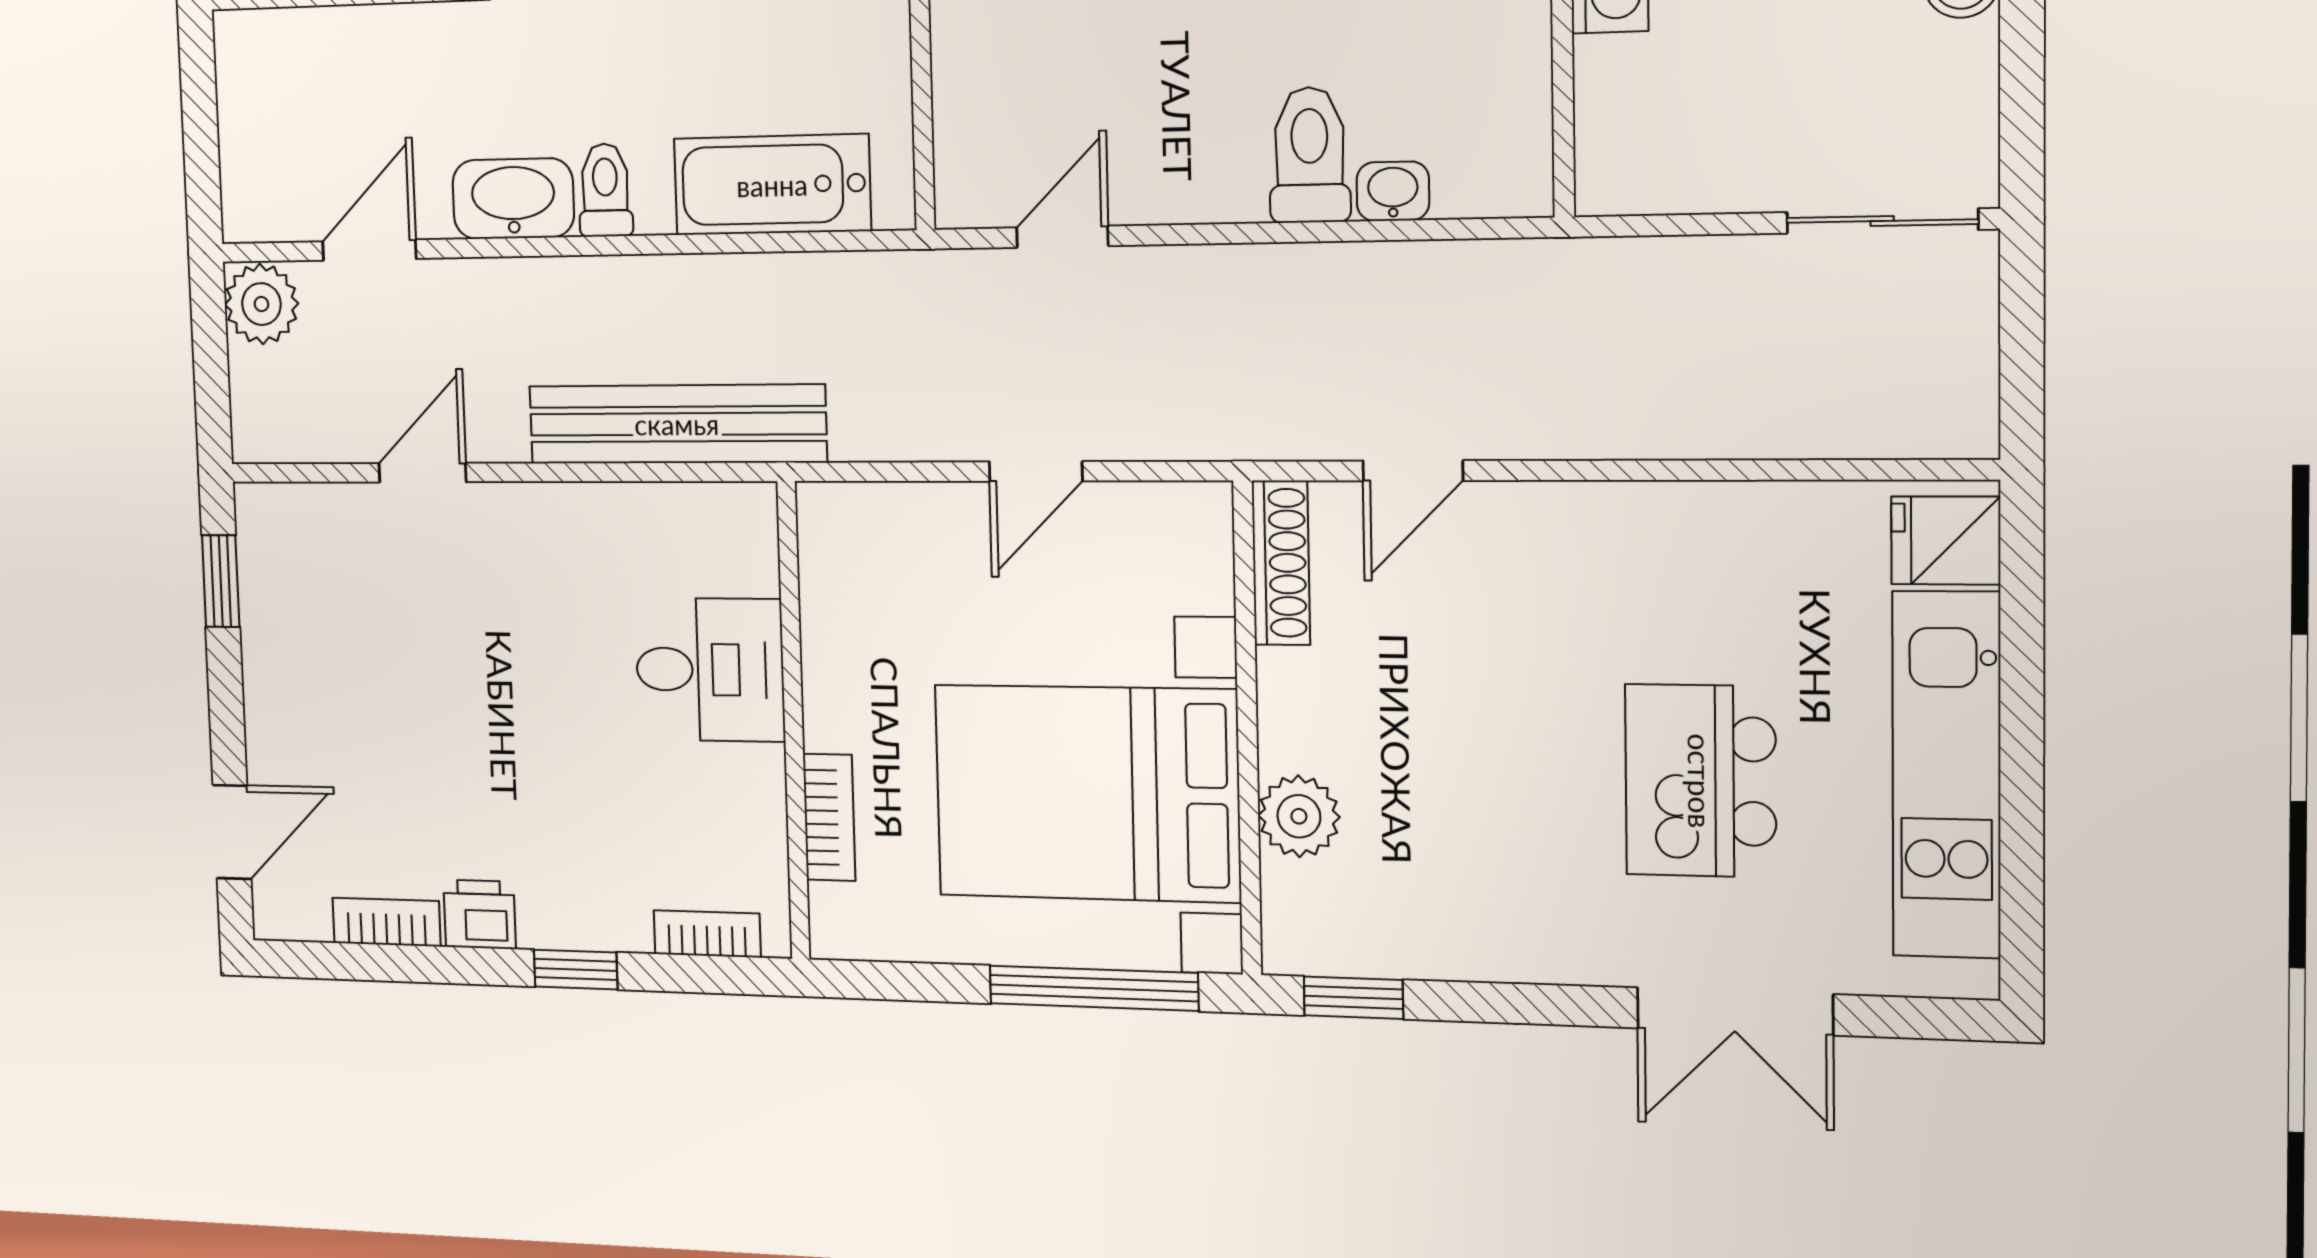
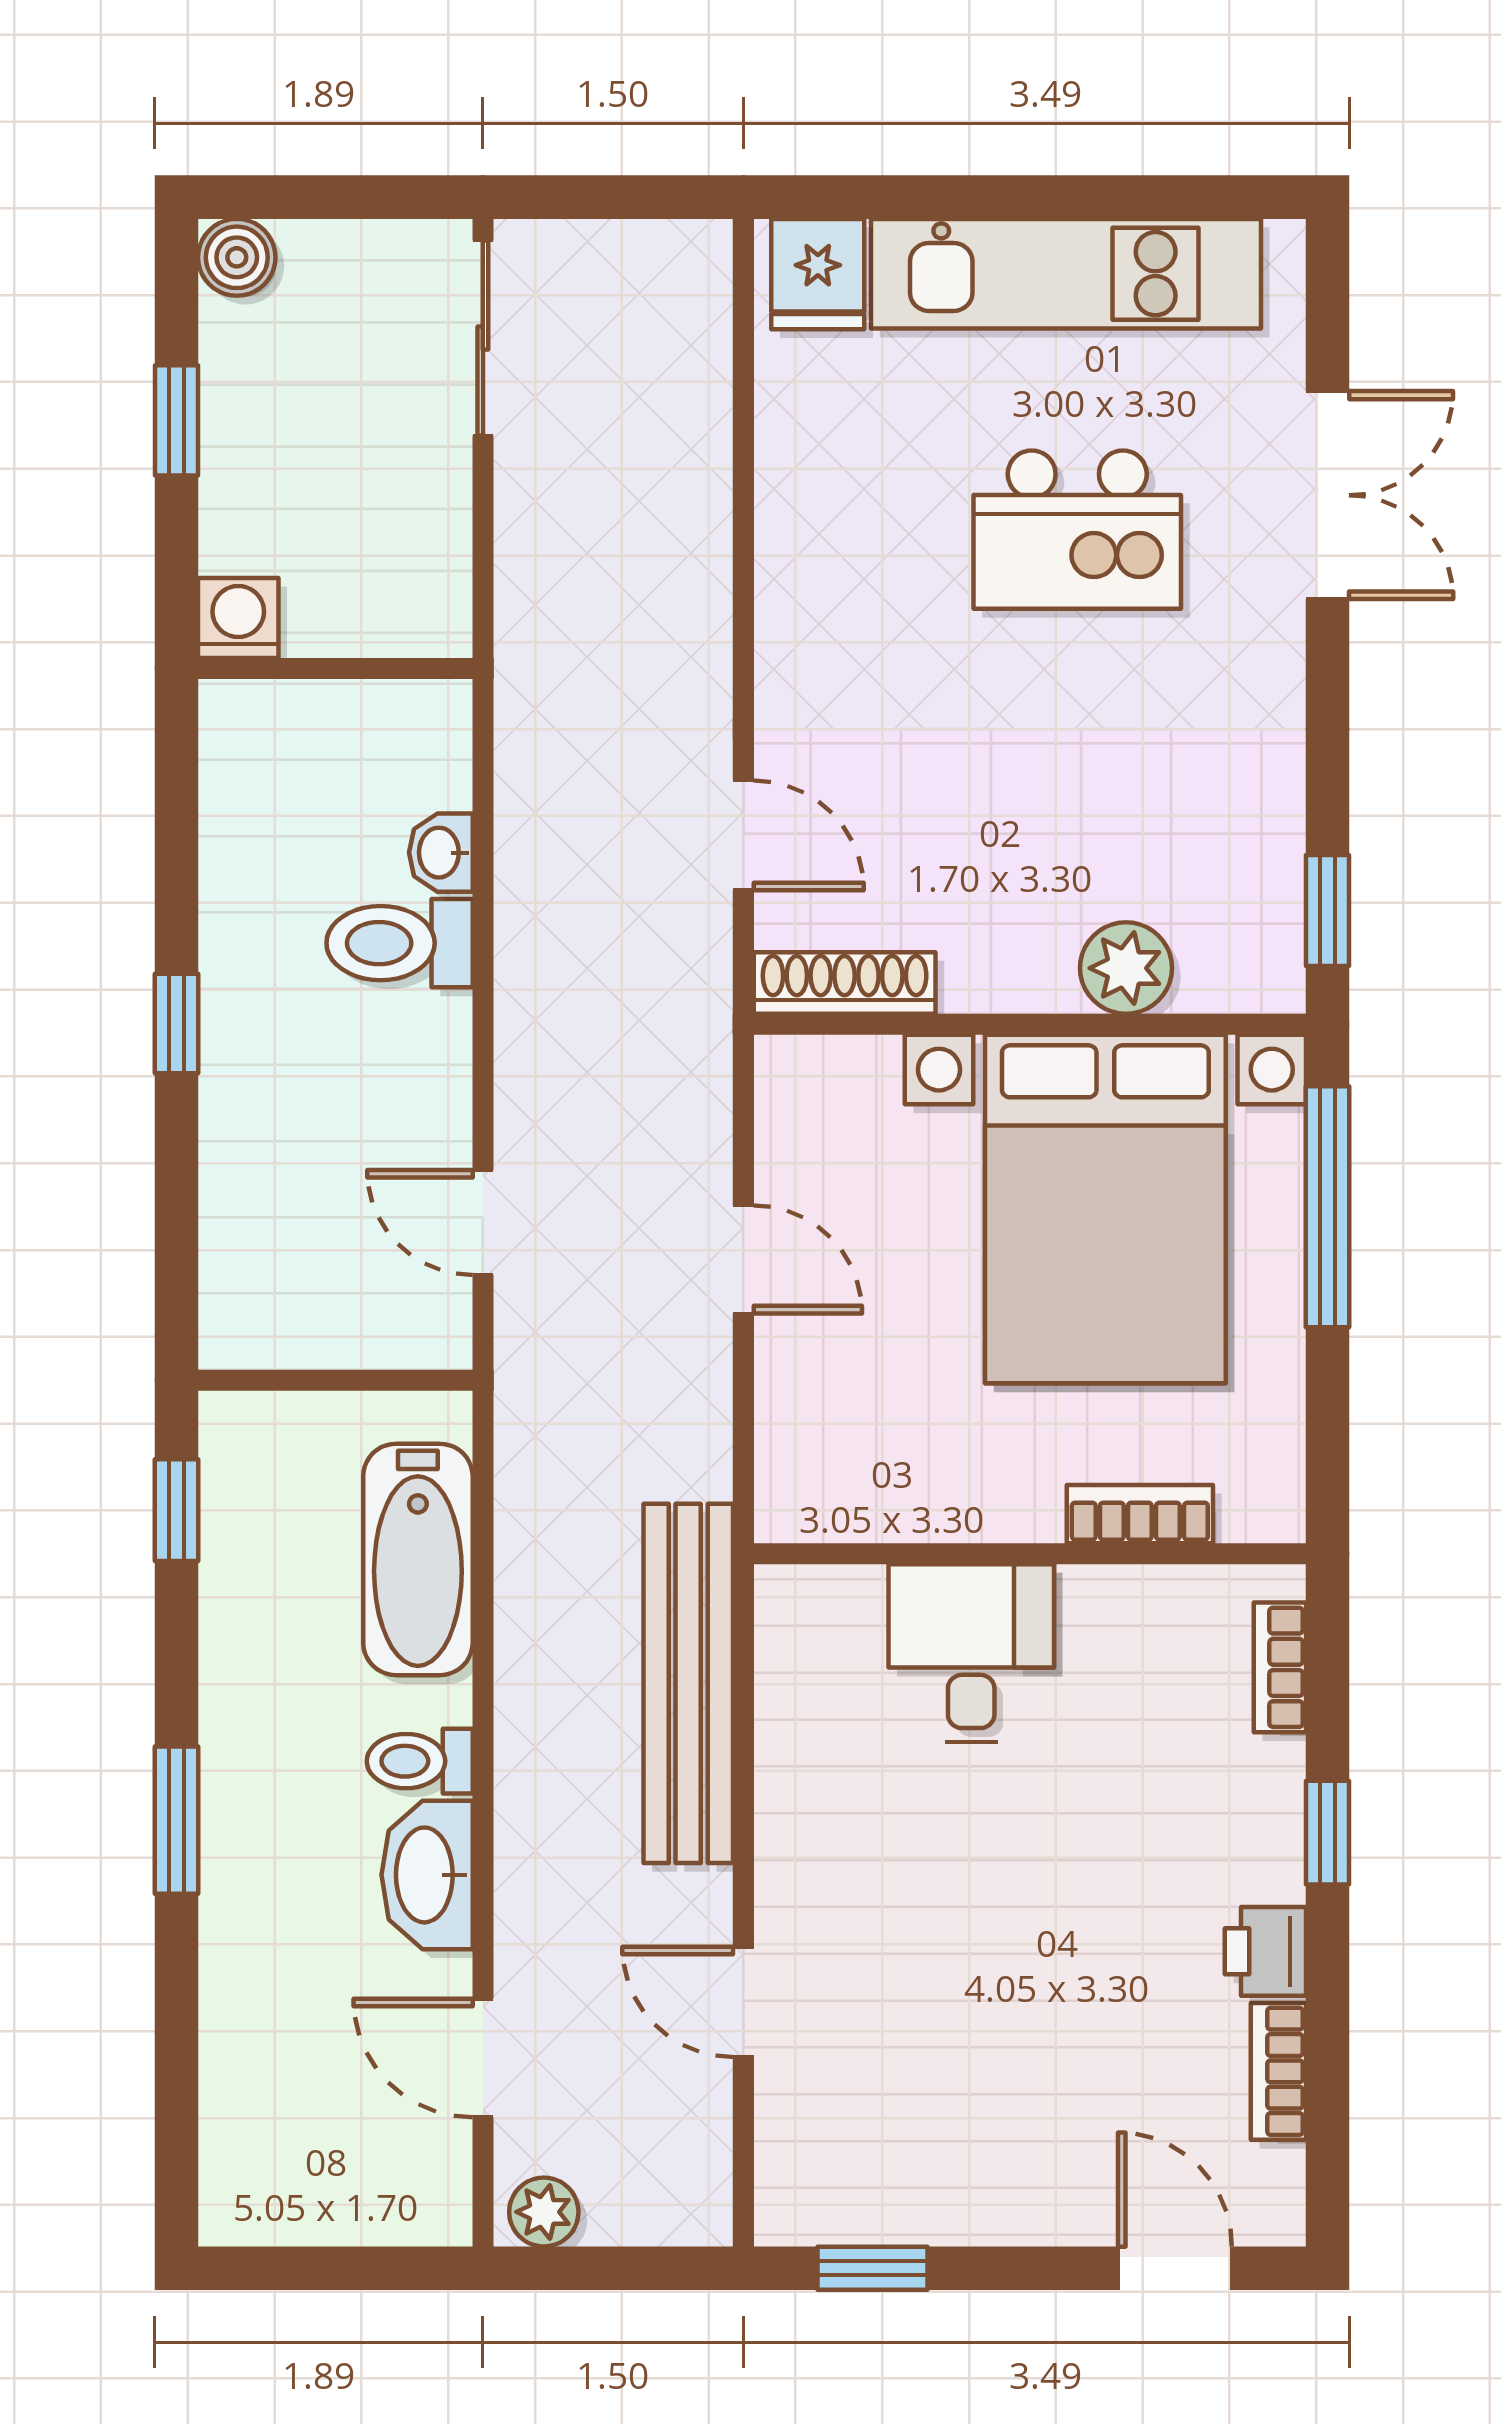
plant: (261, 304) -> (544, 2212), width x0.73, depth x0.73

